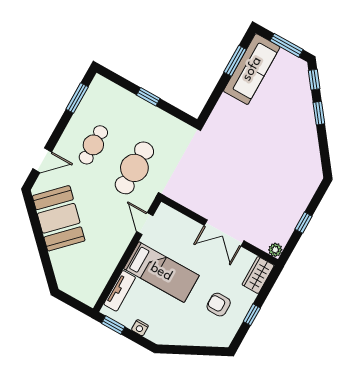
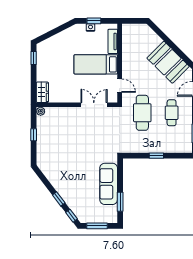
sofa: (252, 69) -> (109, 184), moved
double door: (224, 233) -> (94, 105), moved
armchair: (219, 305) -> (55, 64), removed
window: (252, 315) -> (34, 58), moved
window: (113, 325) -> (94, 21), moved

